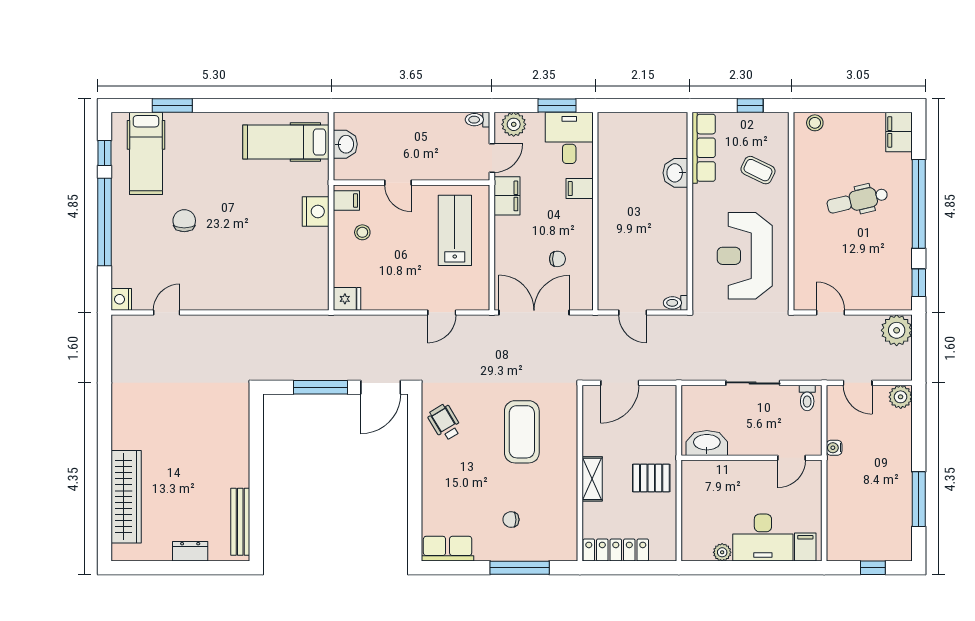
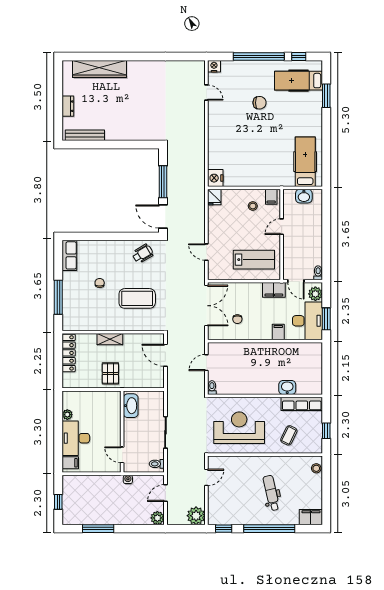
desk: (569, 138) -> (308, 321), width x1.37
nightstand: (316, 211) -> (215, 178), moved, turned 90
chair: (511, 520) -> (100, 283), moved

